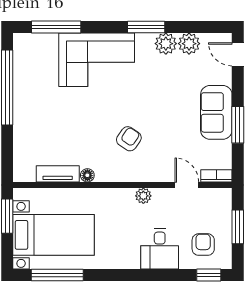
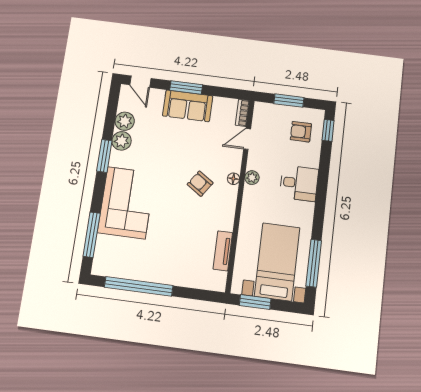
door: (238, 54) -> (140, 82), hinge flipped
window: (238, 125) -> (186, 87), moved
floor lamp: (87, 175) -> (233, 179), moved
desk: (160, 249) -> (299, 183), moved

